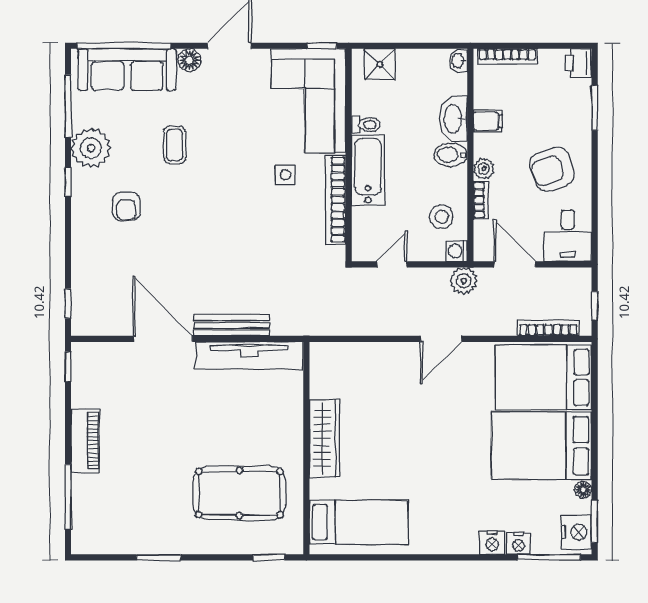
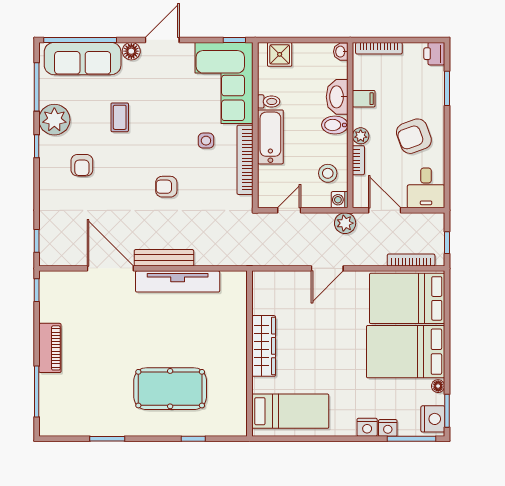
armchair: (235, 234) -> (166, 187), added
wardrobe: (325, 438) -> (264, 346), moved
wall: (306, 448) -> (250, 354), moved
bed: (359, 522) -> (290, 411), moved

